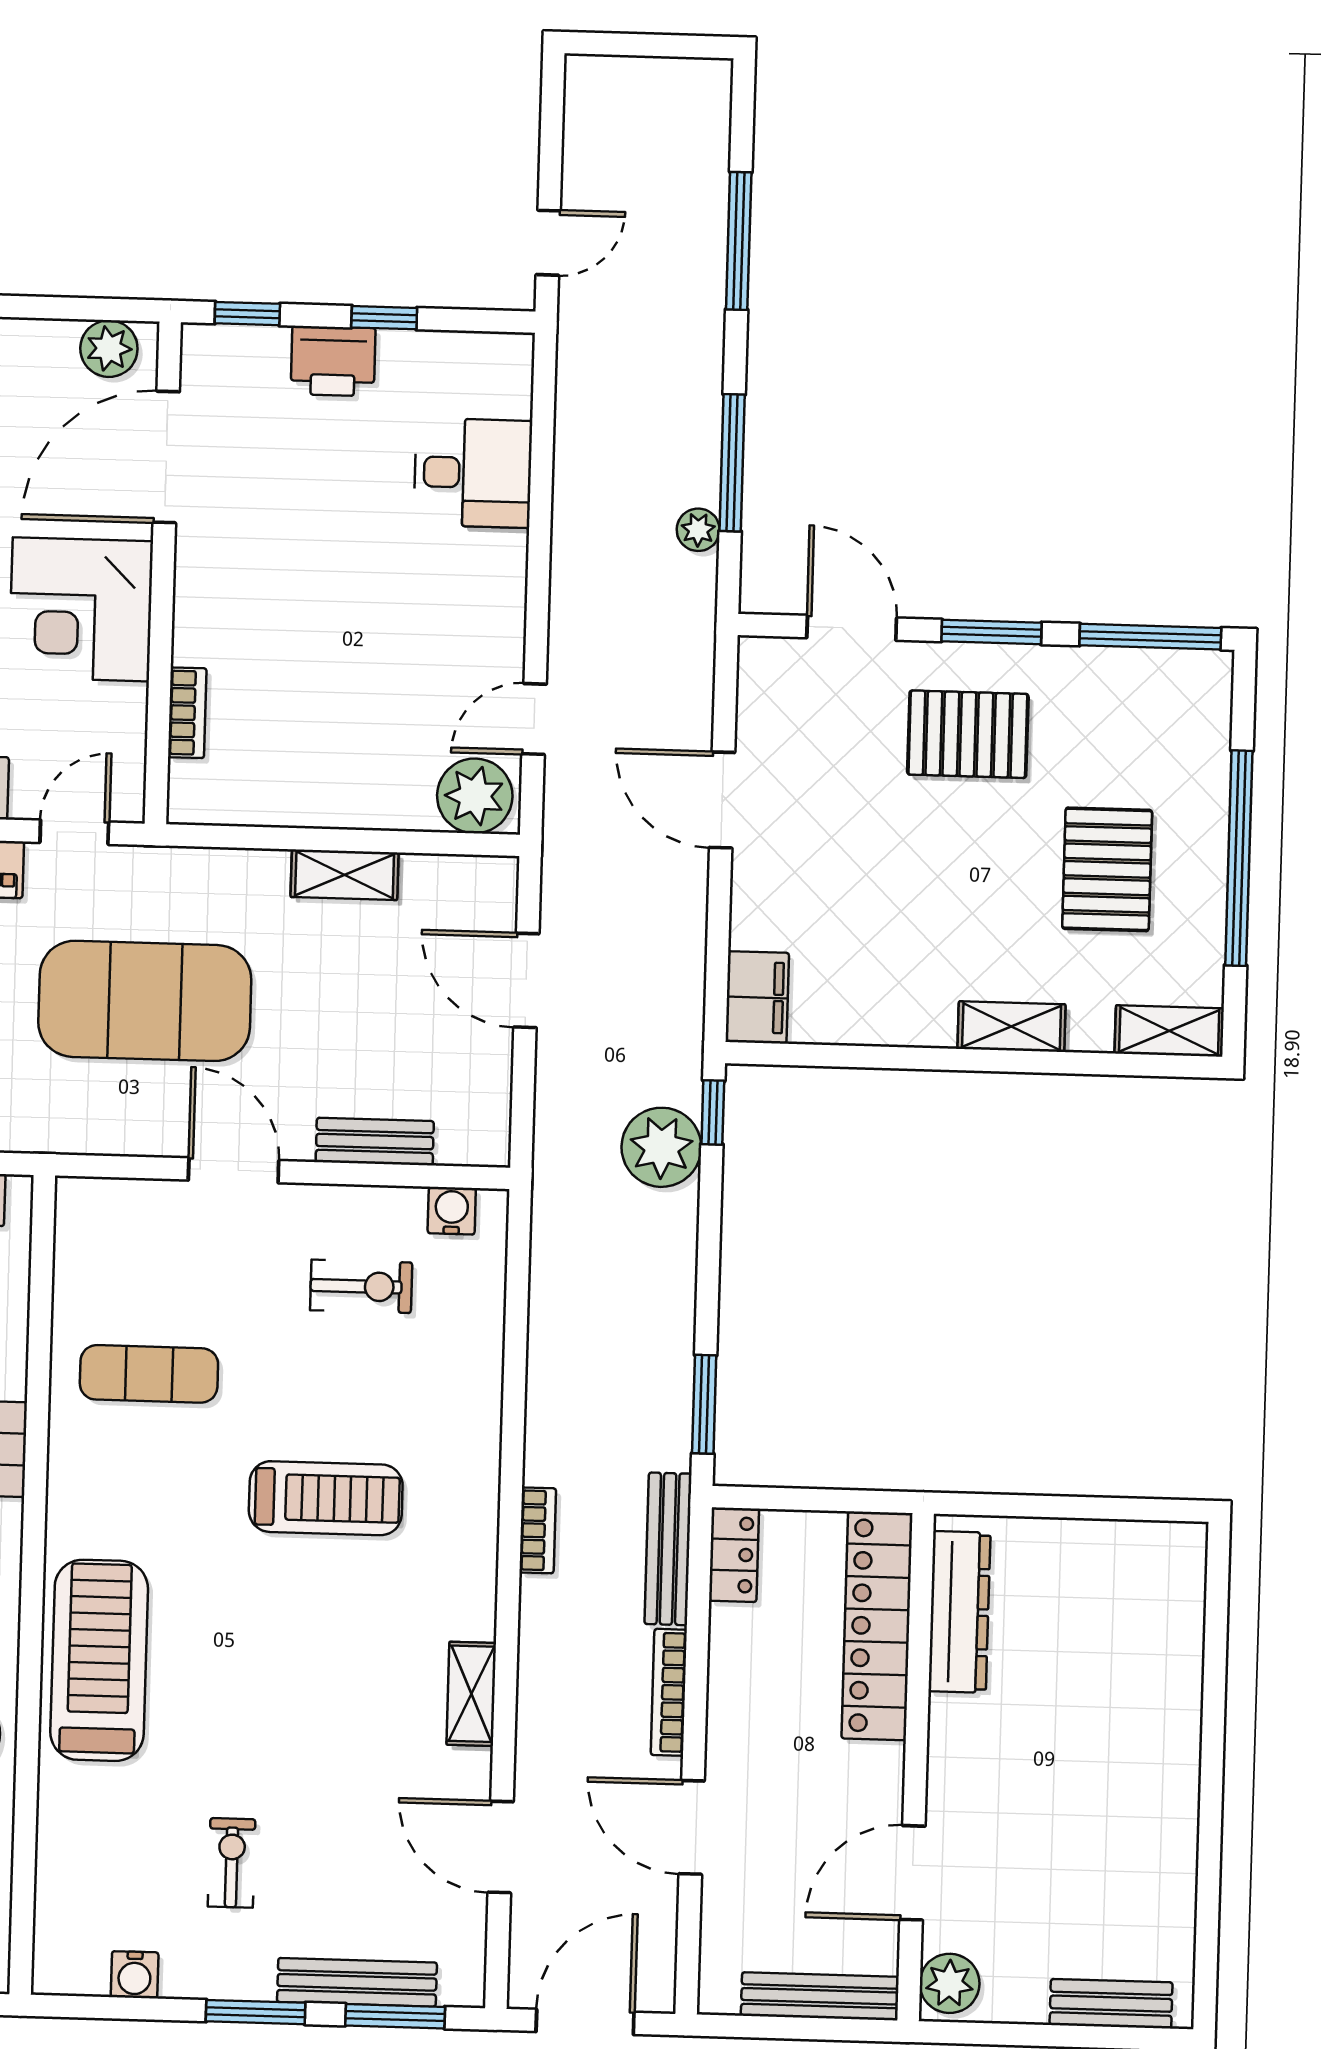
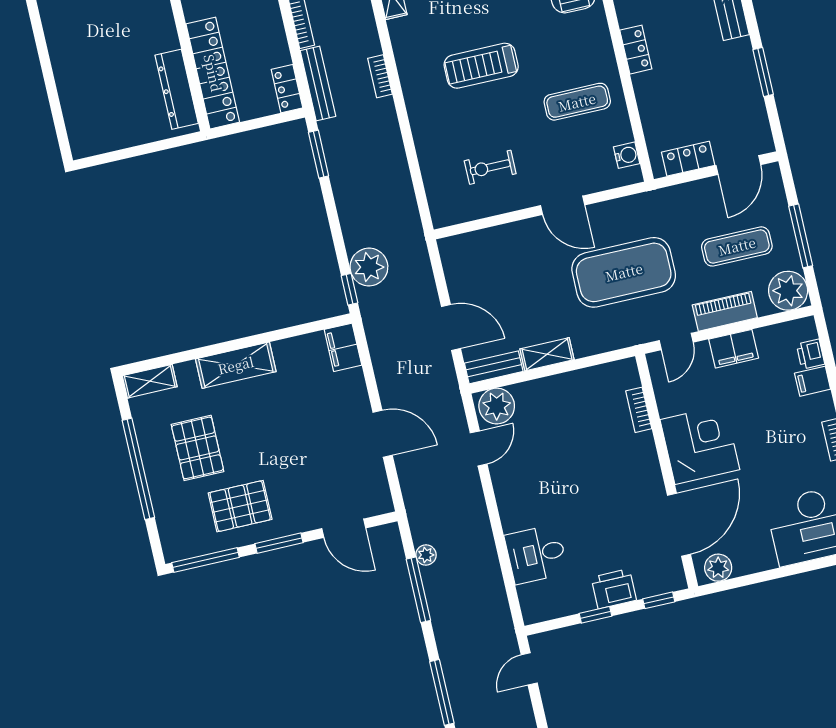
pallet: (968, 734) -> (240, 506), moved
shelving: (1012, 1027) -> (236, 365), width x1.50, depth x1.33
bench: (375, 1142) -> (494, 367), moved
water cooler: (452, 1211) -> (627, 155), moved, turned -90

